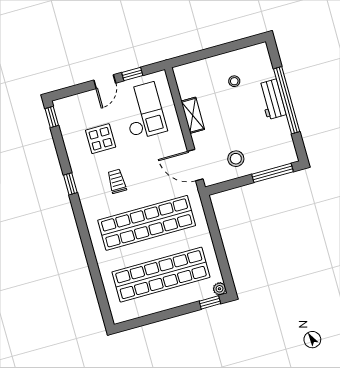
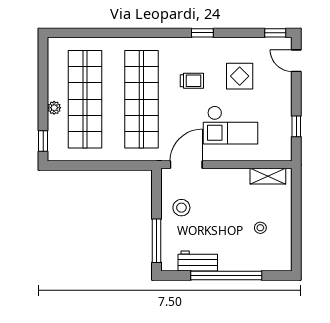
door: (105, 82) -> (296, 61), moved
workbench: (272, 99) -> (198, 261), moved
checkout: (143, 111) -> (231, 125), moved
shelving: (193, 115) -> (268, 176), moved
plant: (220, 289) -> (54, 108), moved

